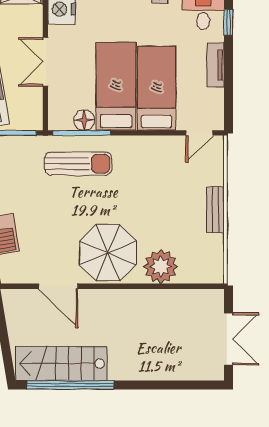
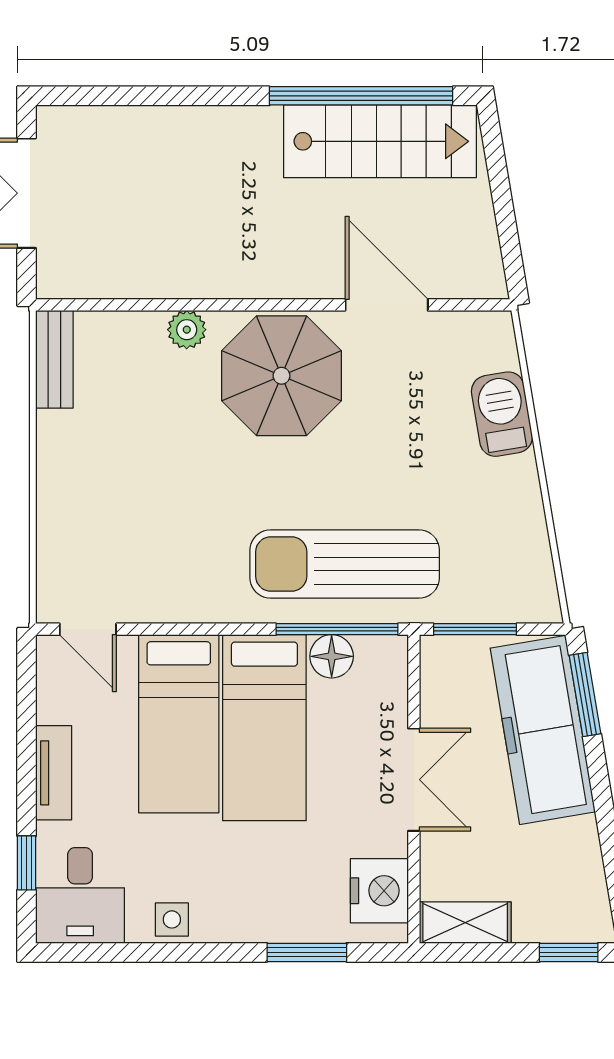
door: (199, 133) -> (88, 629), swing flipped
sun lounger: (78, 164) -> (345, 564), width x1.36, depth x1.34
bench: (215, 210) -> (54, 359), moved
plant: (161, 267) -> (187, 330), width x0.53, depth x0.53

